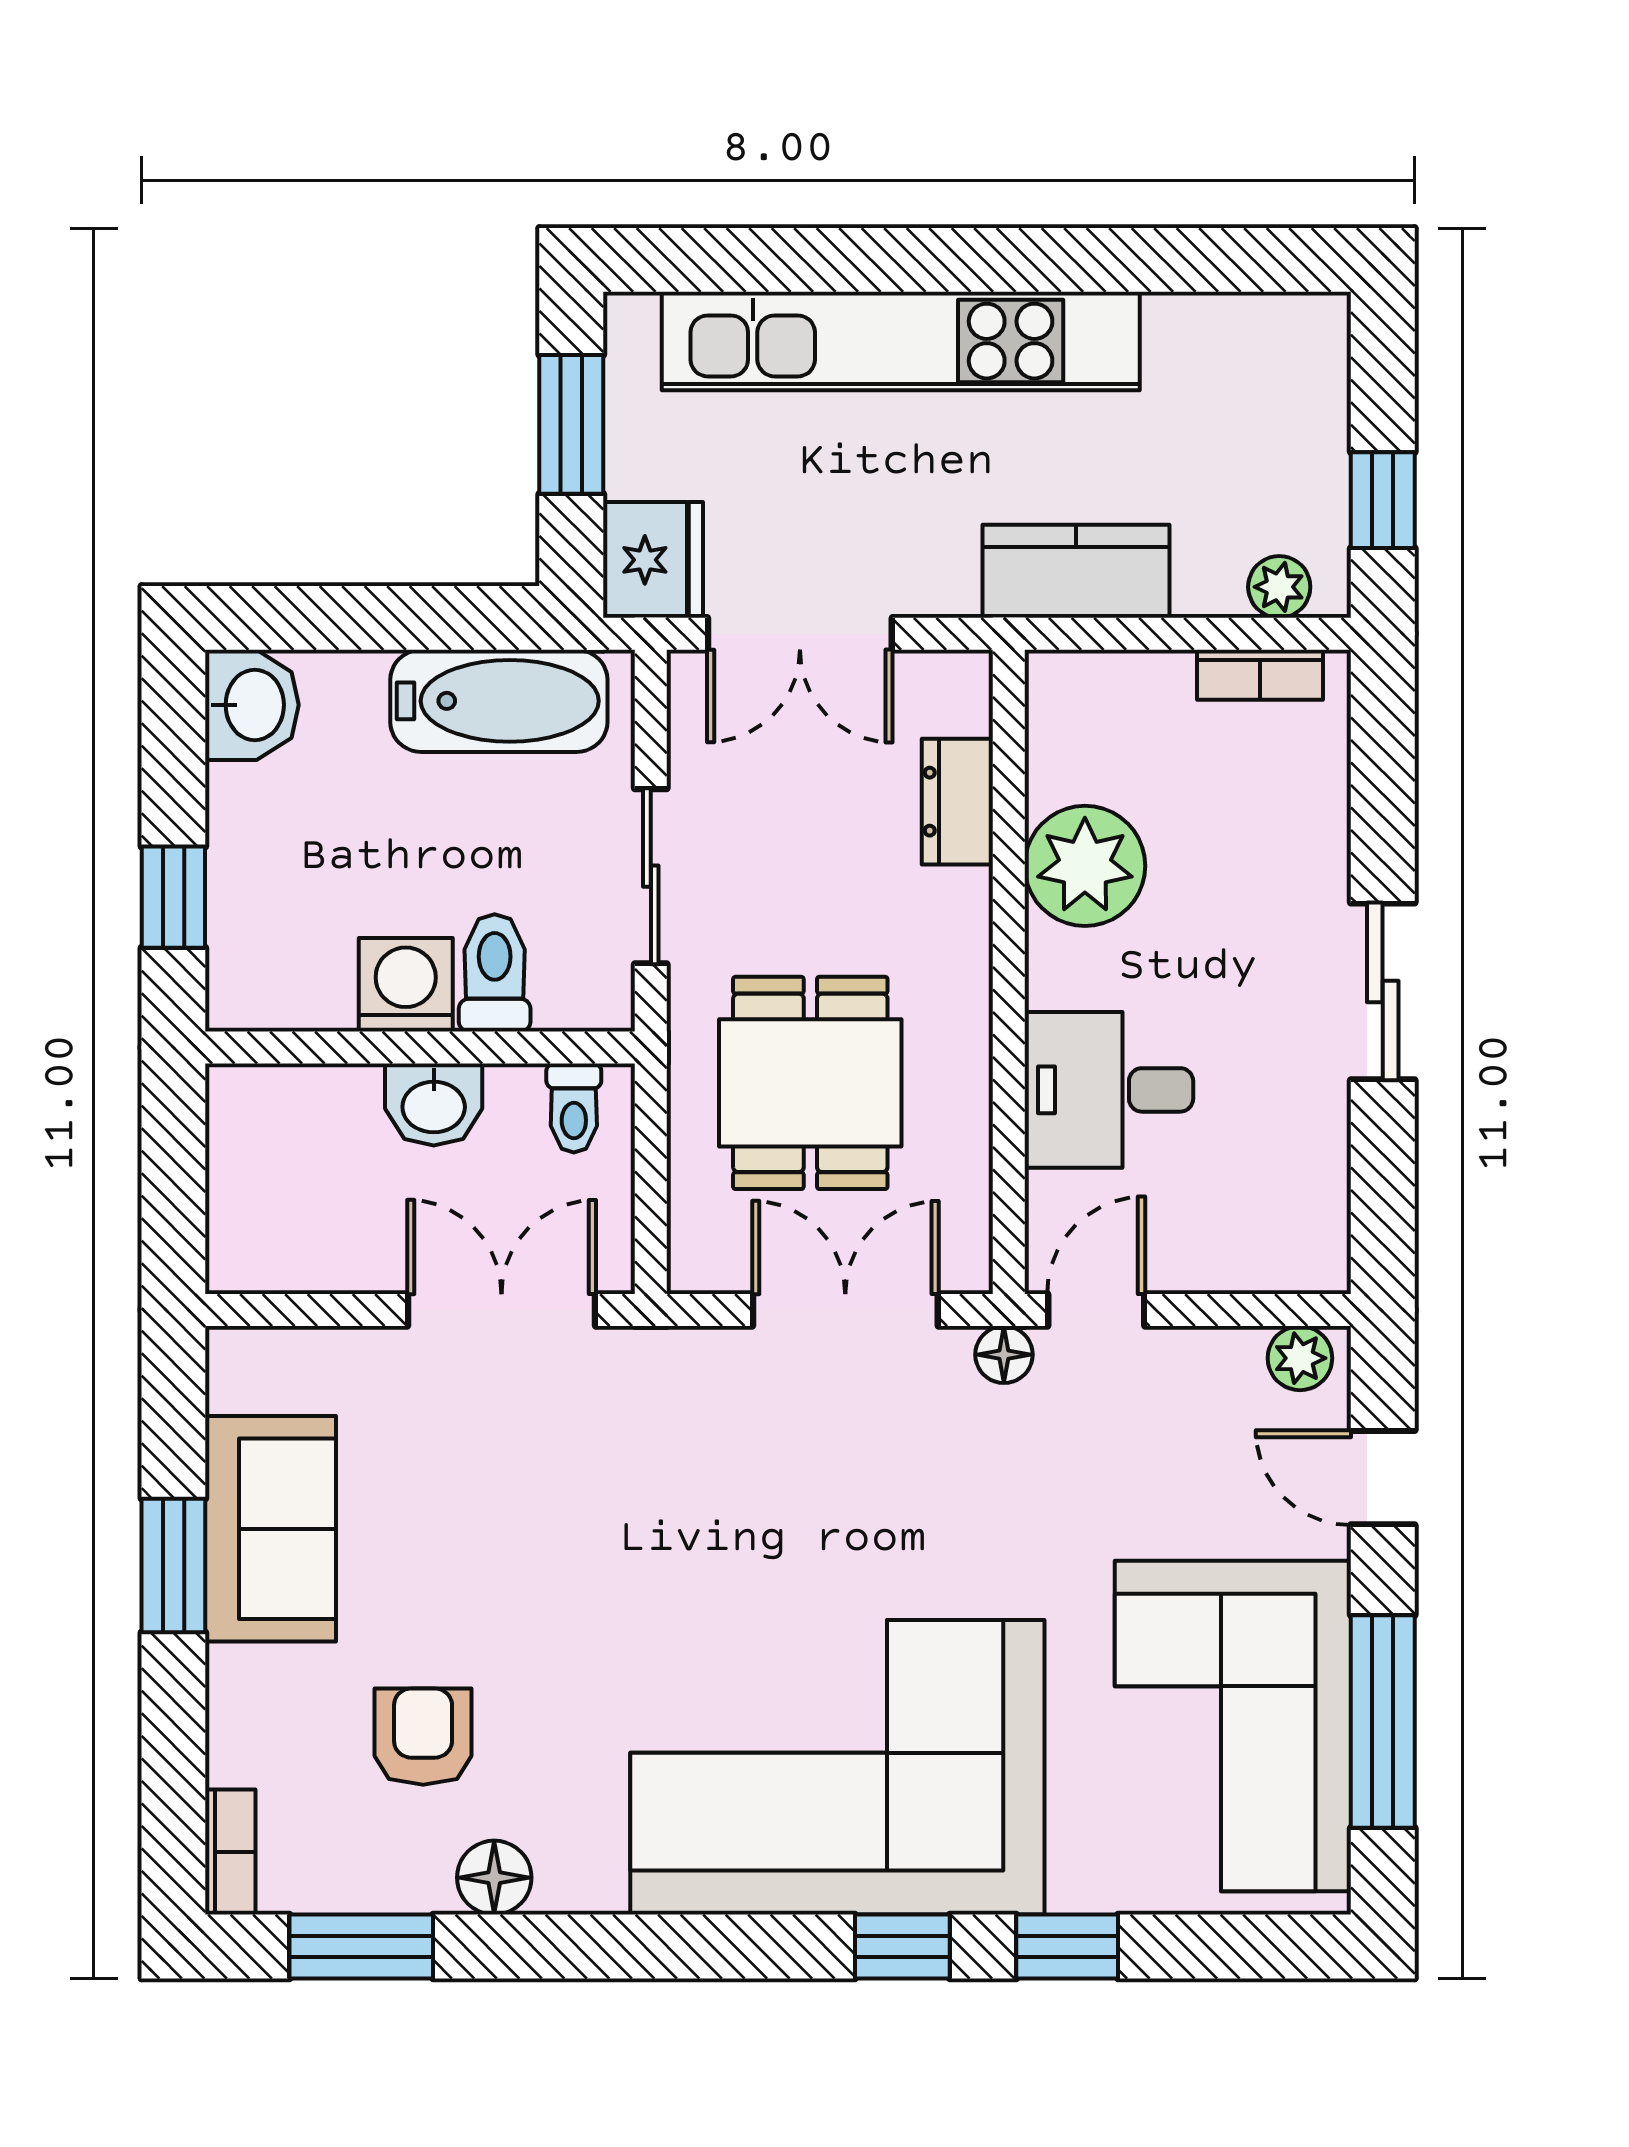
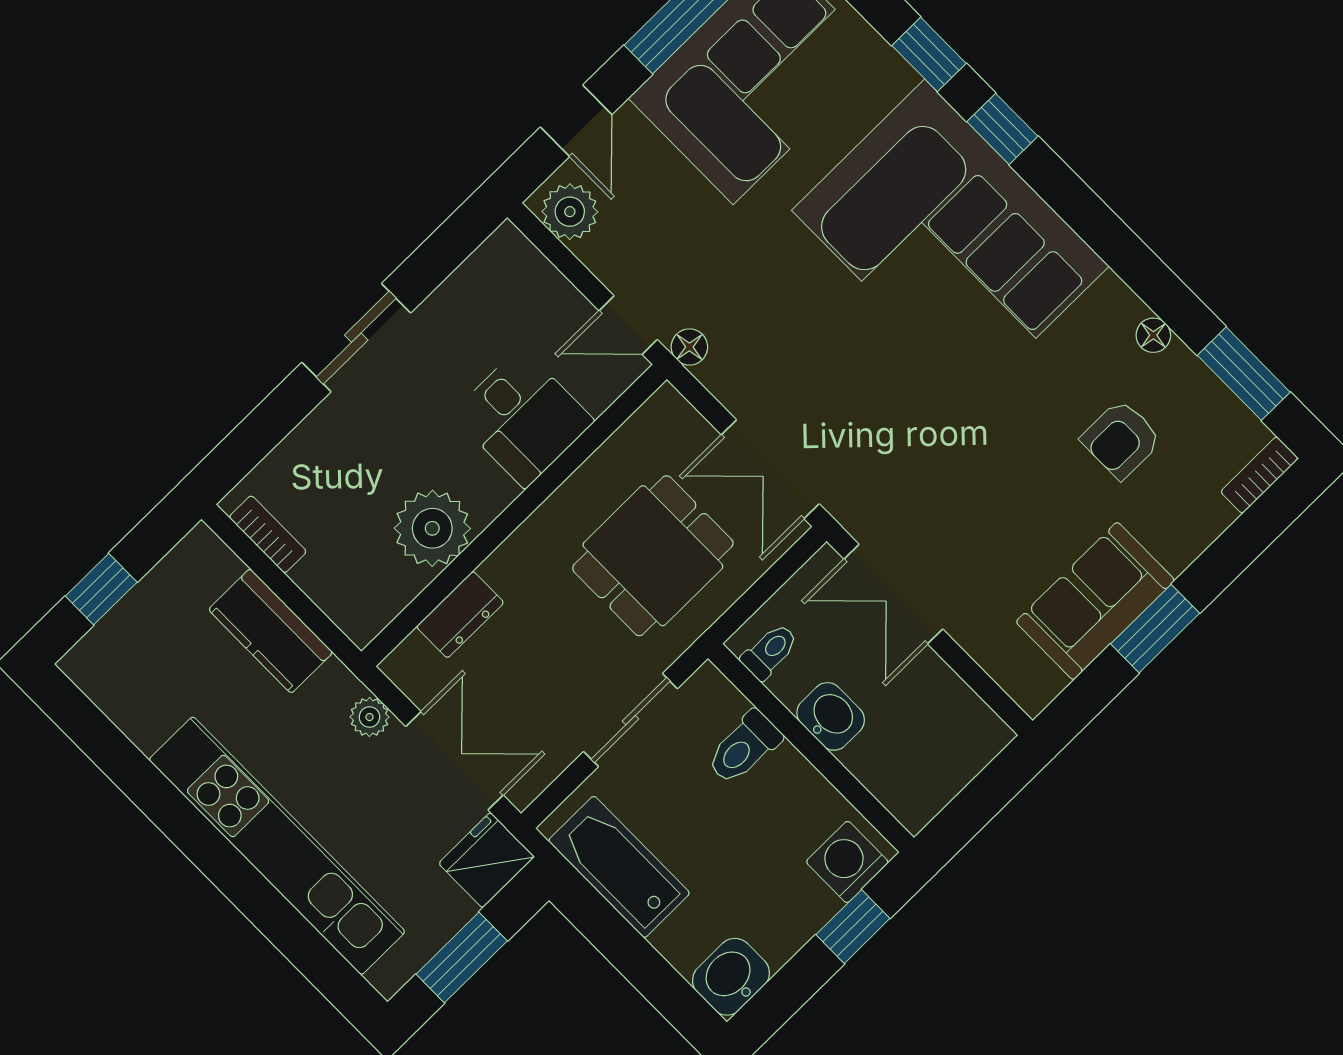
window: (1383, 500) -> (101, 589), moved
kitchen counter: (1076, 571) -> (271, 631), moved
plant: (1279, 587) -> (369, 717), moved
washing machine: (406, 985) -> (847, 862), moved, turned 90
double door: (845, 1310) -> (770, 469), moved
plant: (1300, 1358) -> (570, 212), width x1.38, depth x1.38
floor lamp: (494, 1878) -> (1153, 335), width x0.73, depth x0.73

